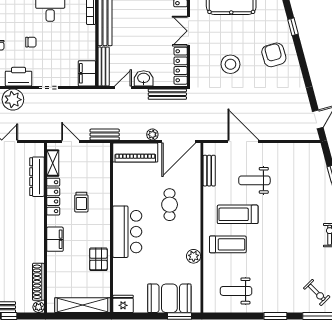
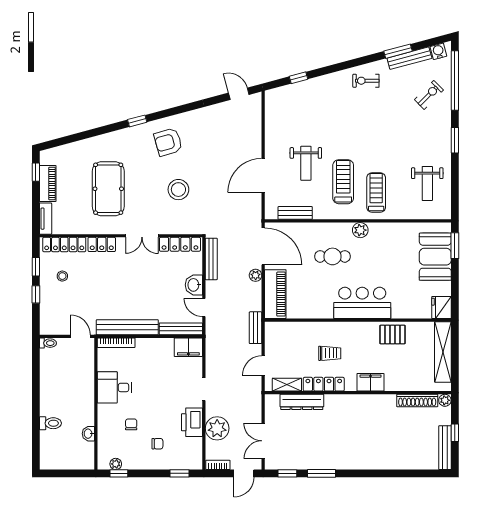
chair: (31, 42) -> (131, 424), moved
treadmill: (238, 214) -> (343, 182), turned 180
plant: (194, 256) -> (360, 230), moved

